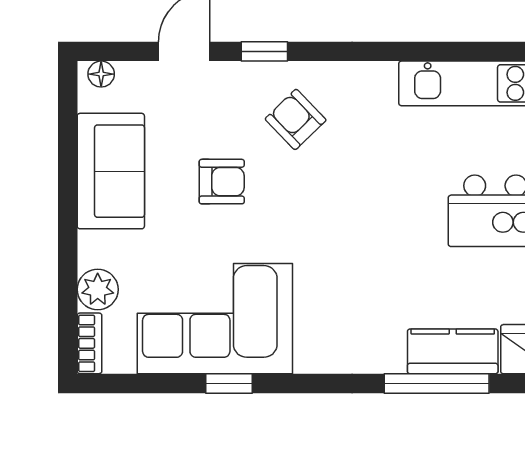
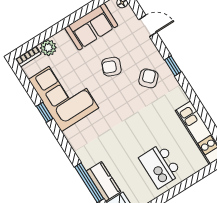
window: (264, 51) -> (173, 66), moved
armchair: (222, 182) -> (112, 67), turned 112

